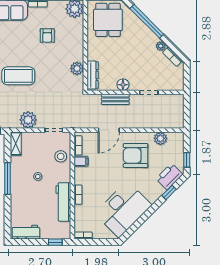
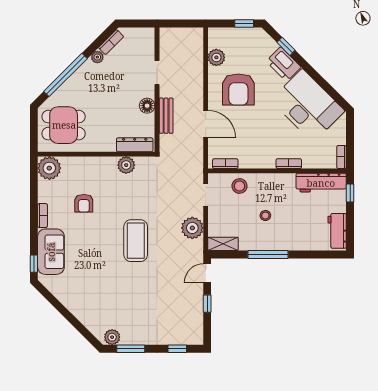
armchair: (47, 36) -> (84, 203), turned 90
filing cabinet: (81, 161) -> (246, 160), removed
printer: (169, 177) -> (284, 64), moved
workbench: (63, 202) -> (321, 183), moved

